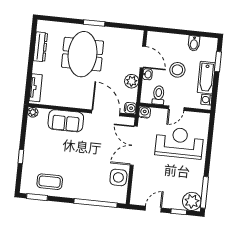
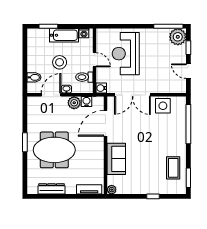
bidet: (194, 43) -> (34, 77), moved
water cooler: (130, 108) -> (86, 102), moved

